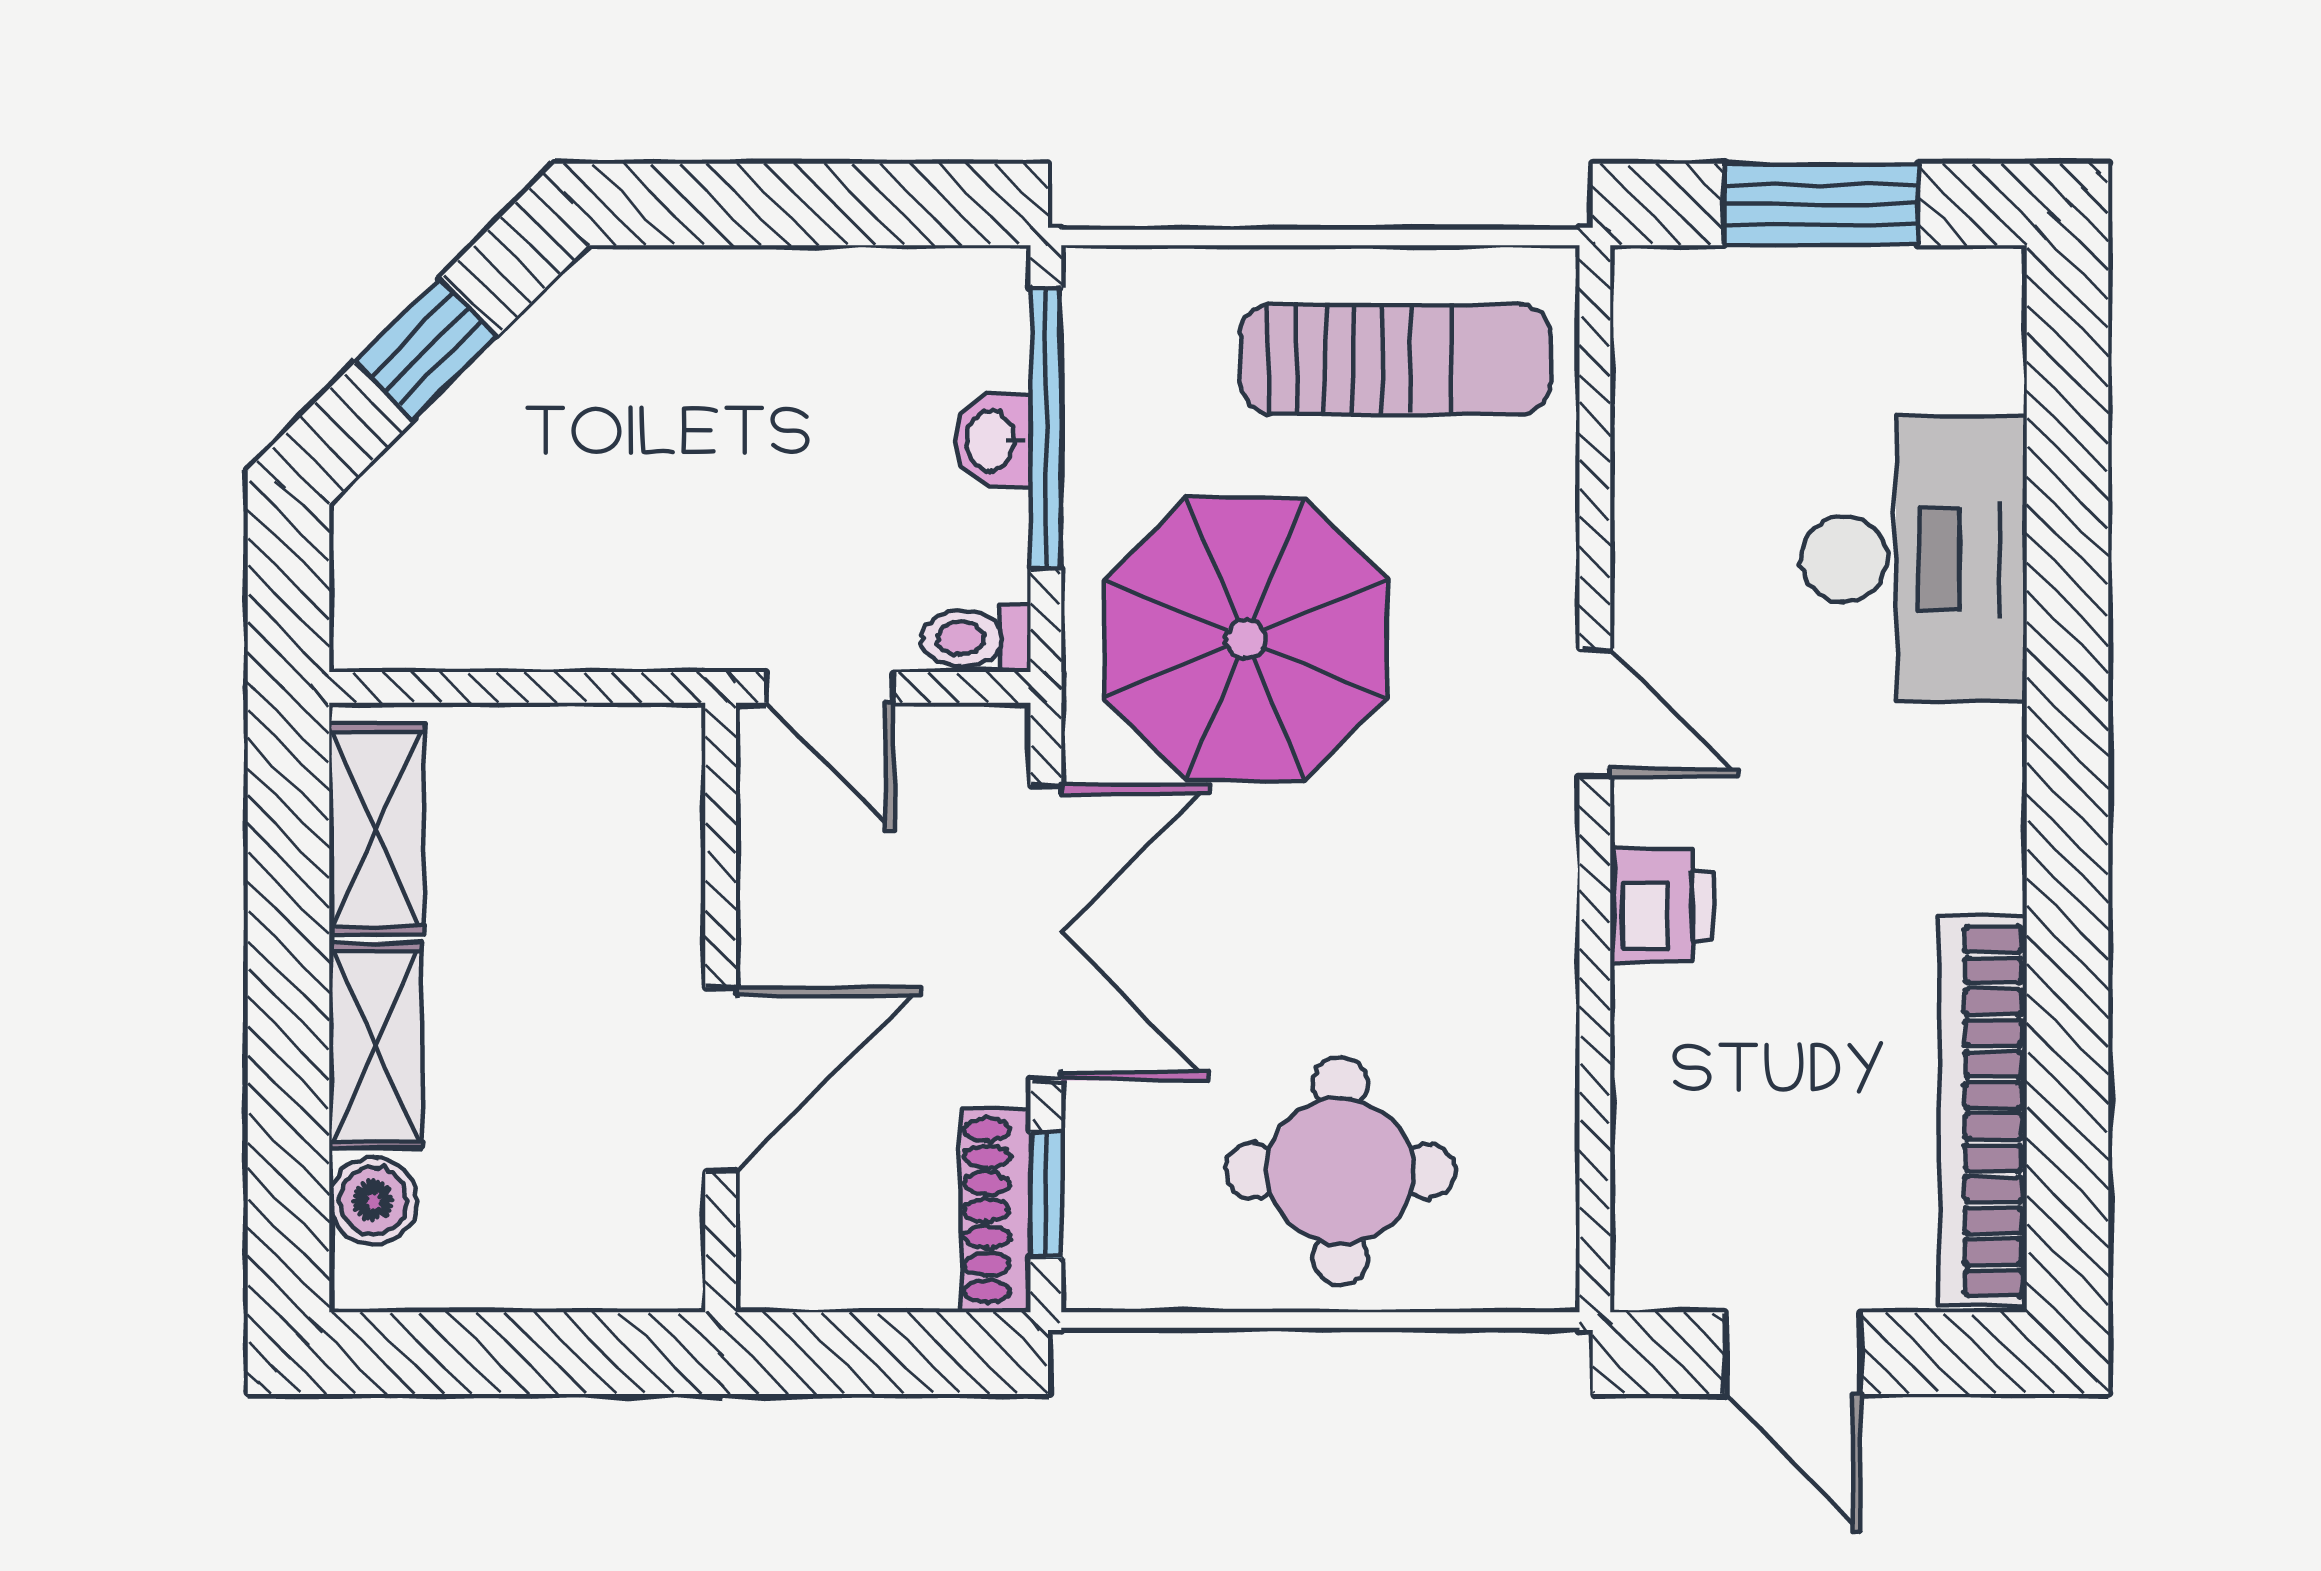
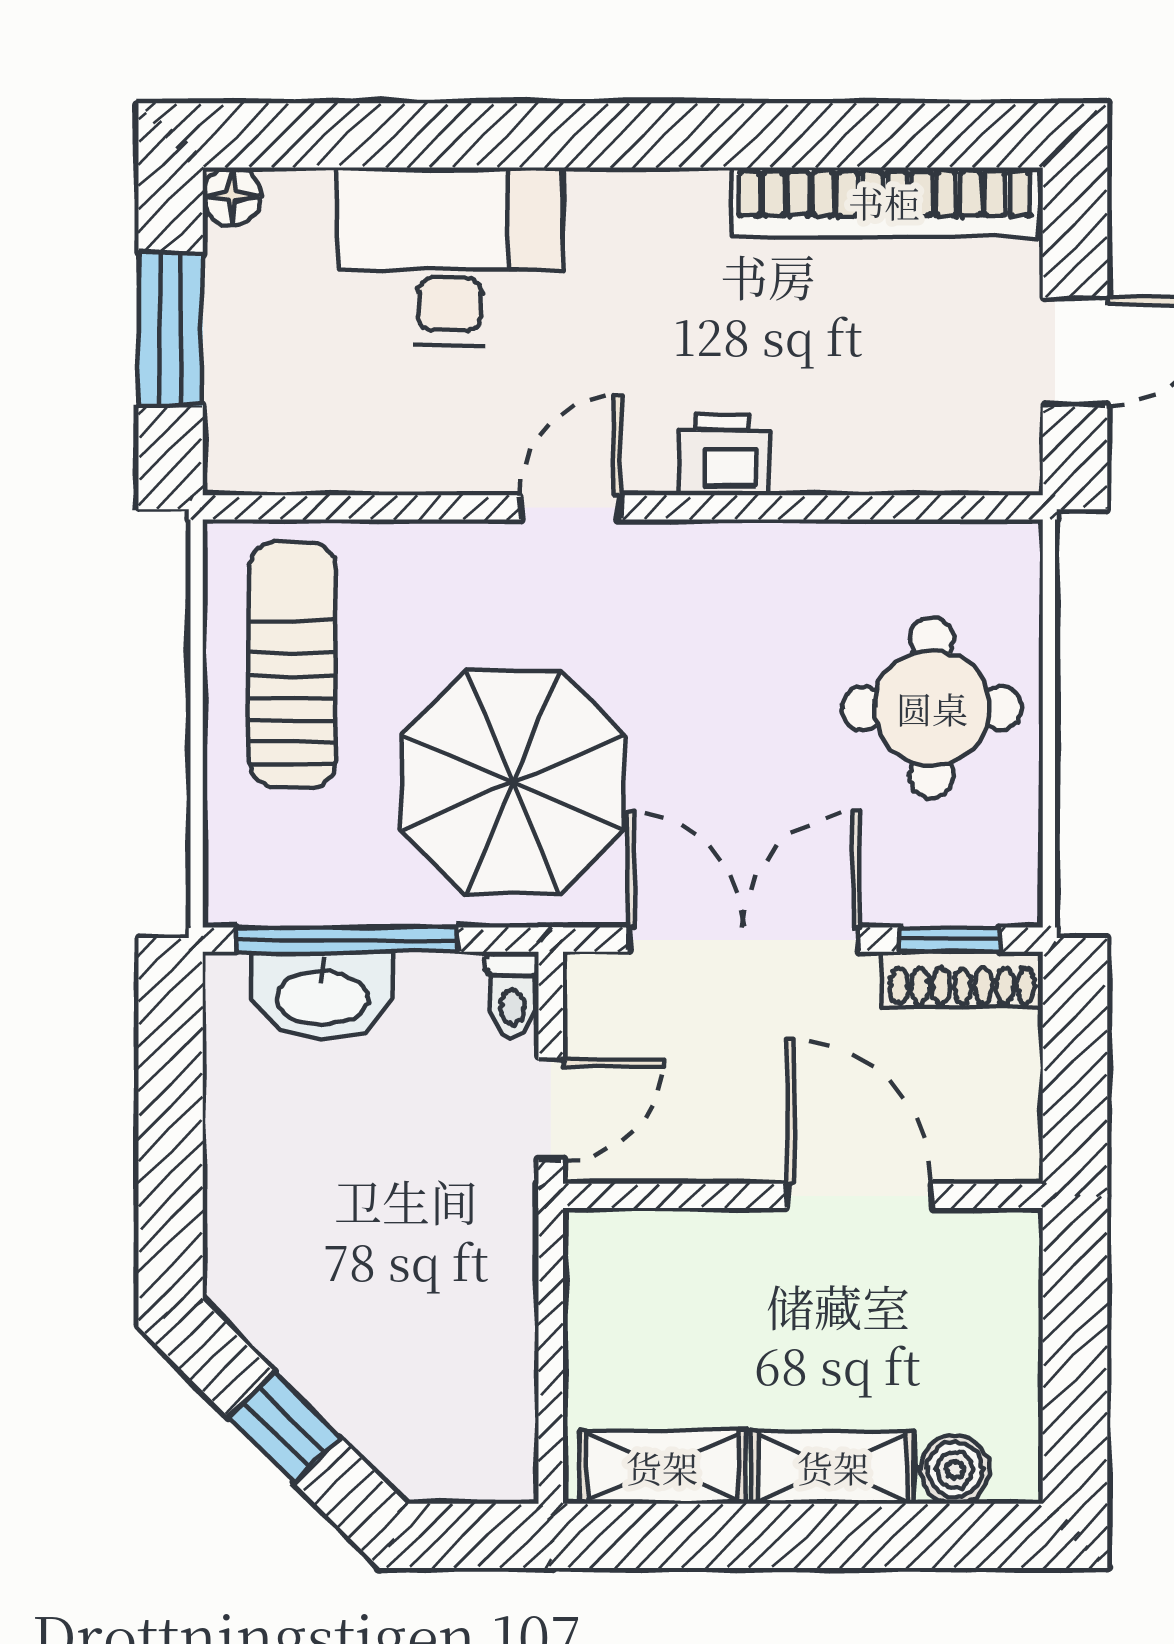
floor lamp: (1990, 282) -> (232, 196), added
washbasin: (993, 440) -> (322, 995), width x1.91, depth x1.45

